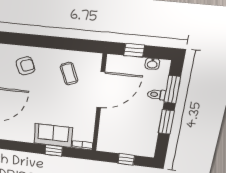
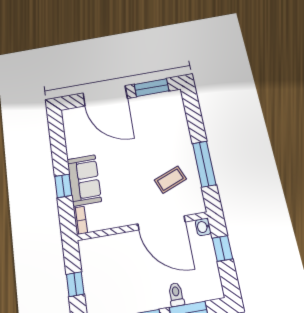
window: (63, 43) -> (204, 164), added
washbasin: (152, 64) -> (203, 227), moved
armchair: (25, 66) -> (165, 128), removed

